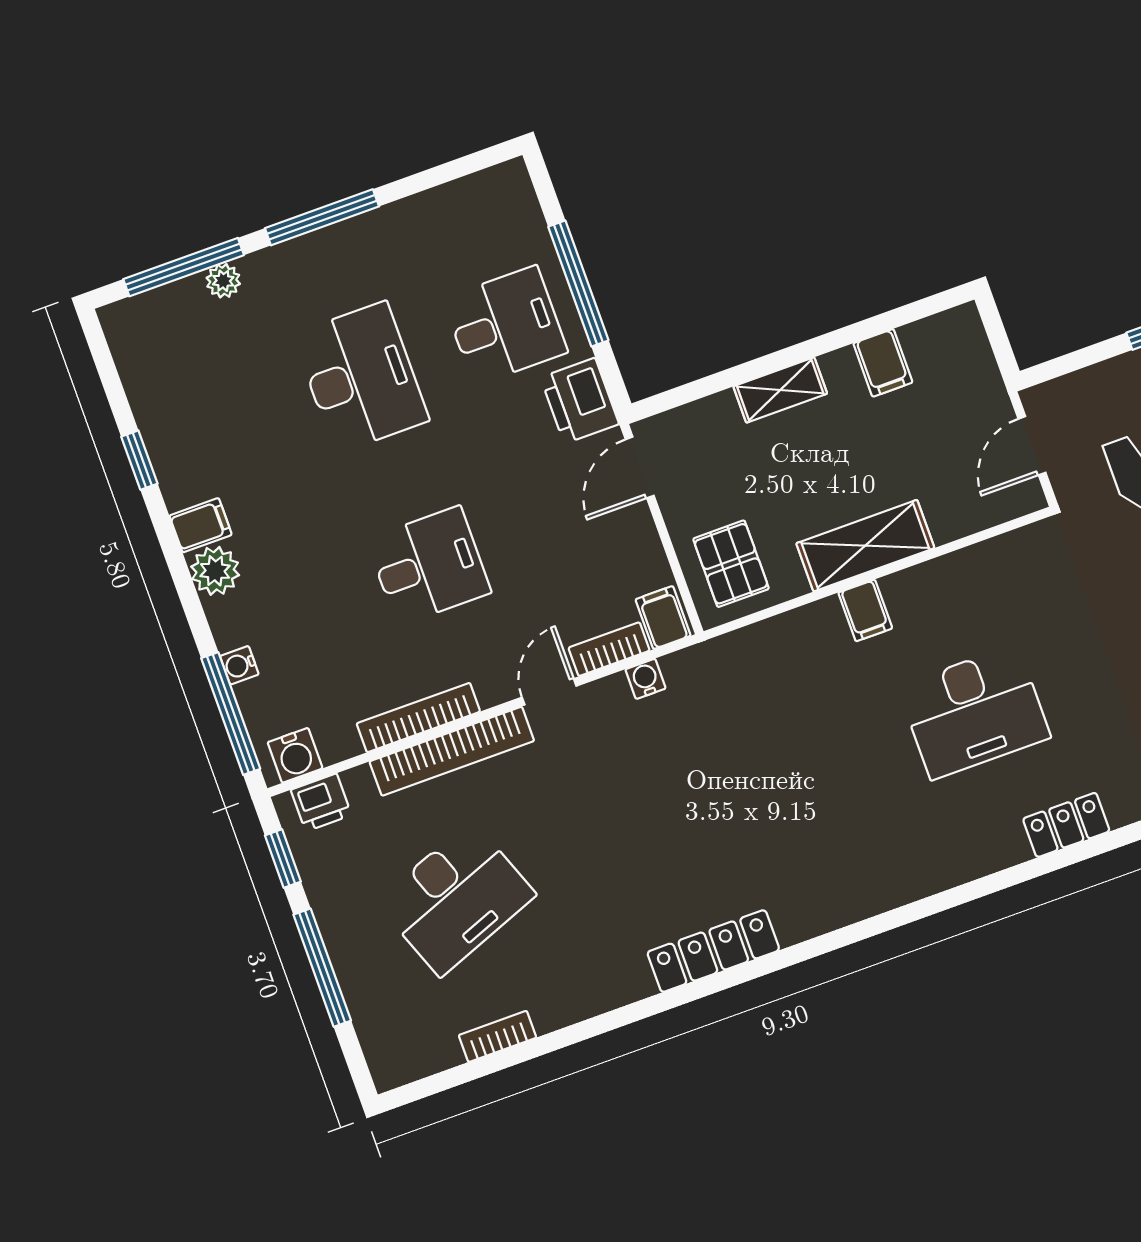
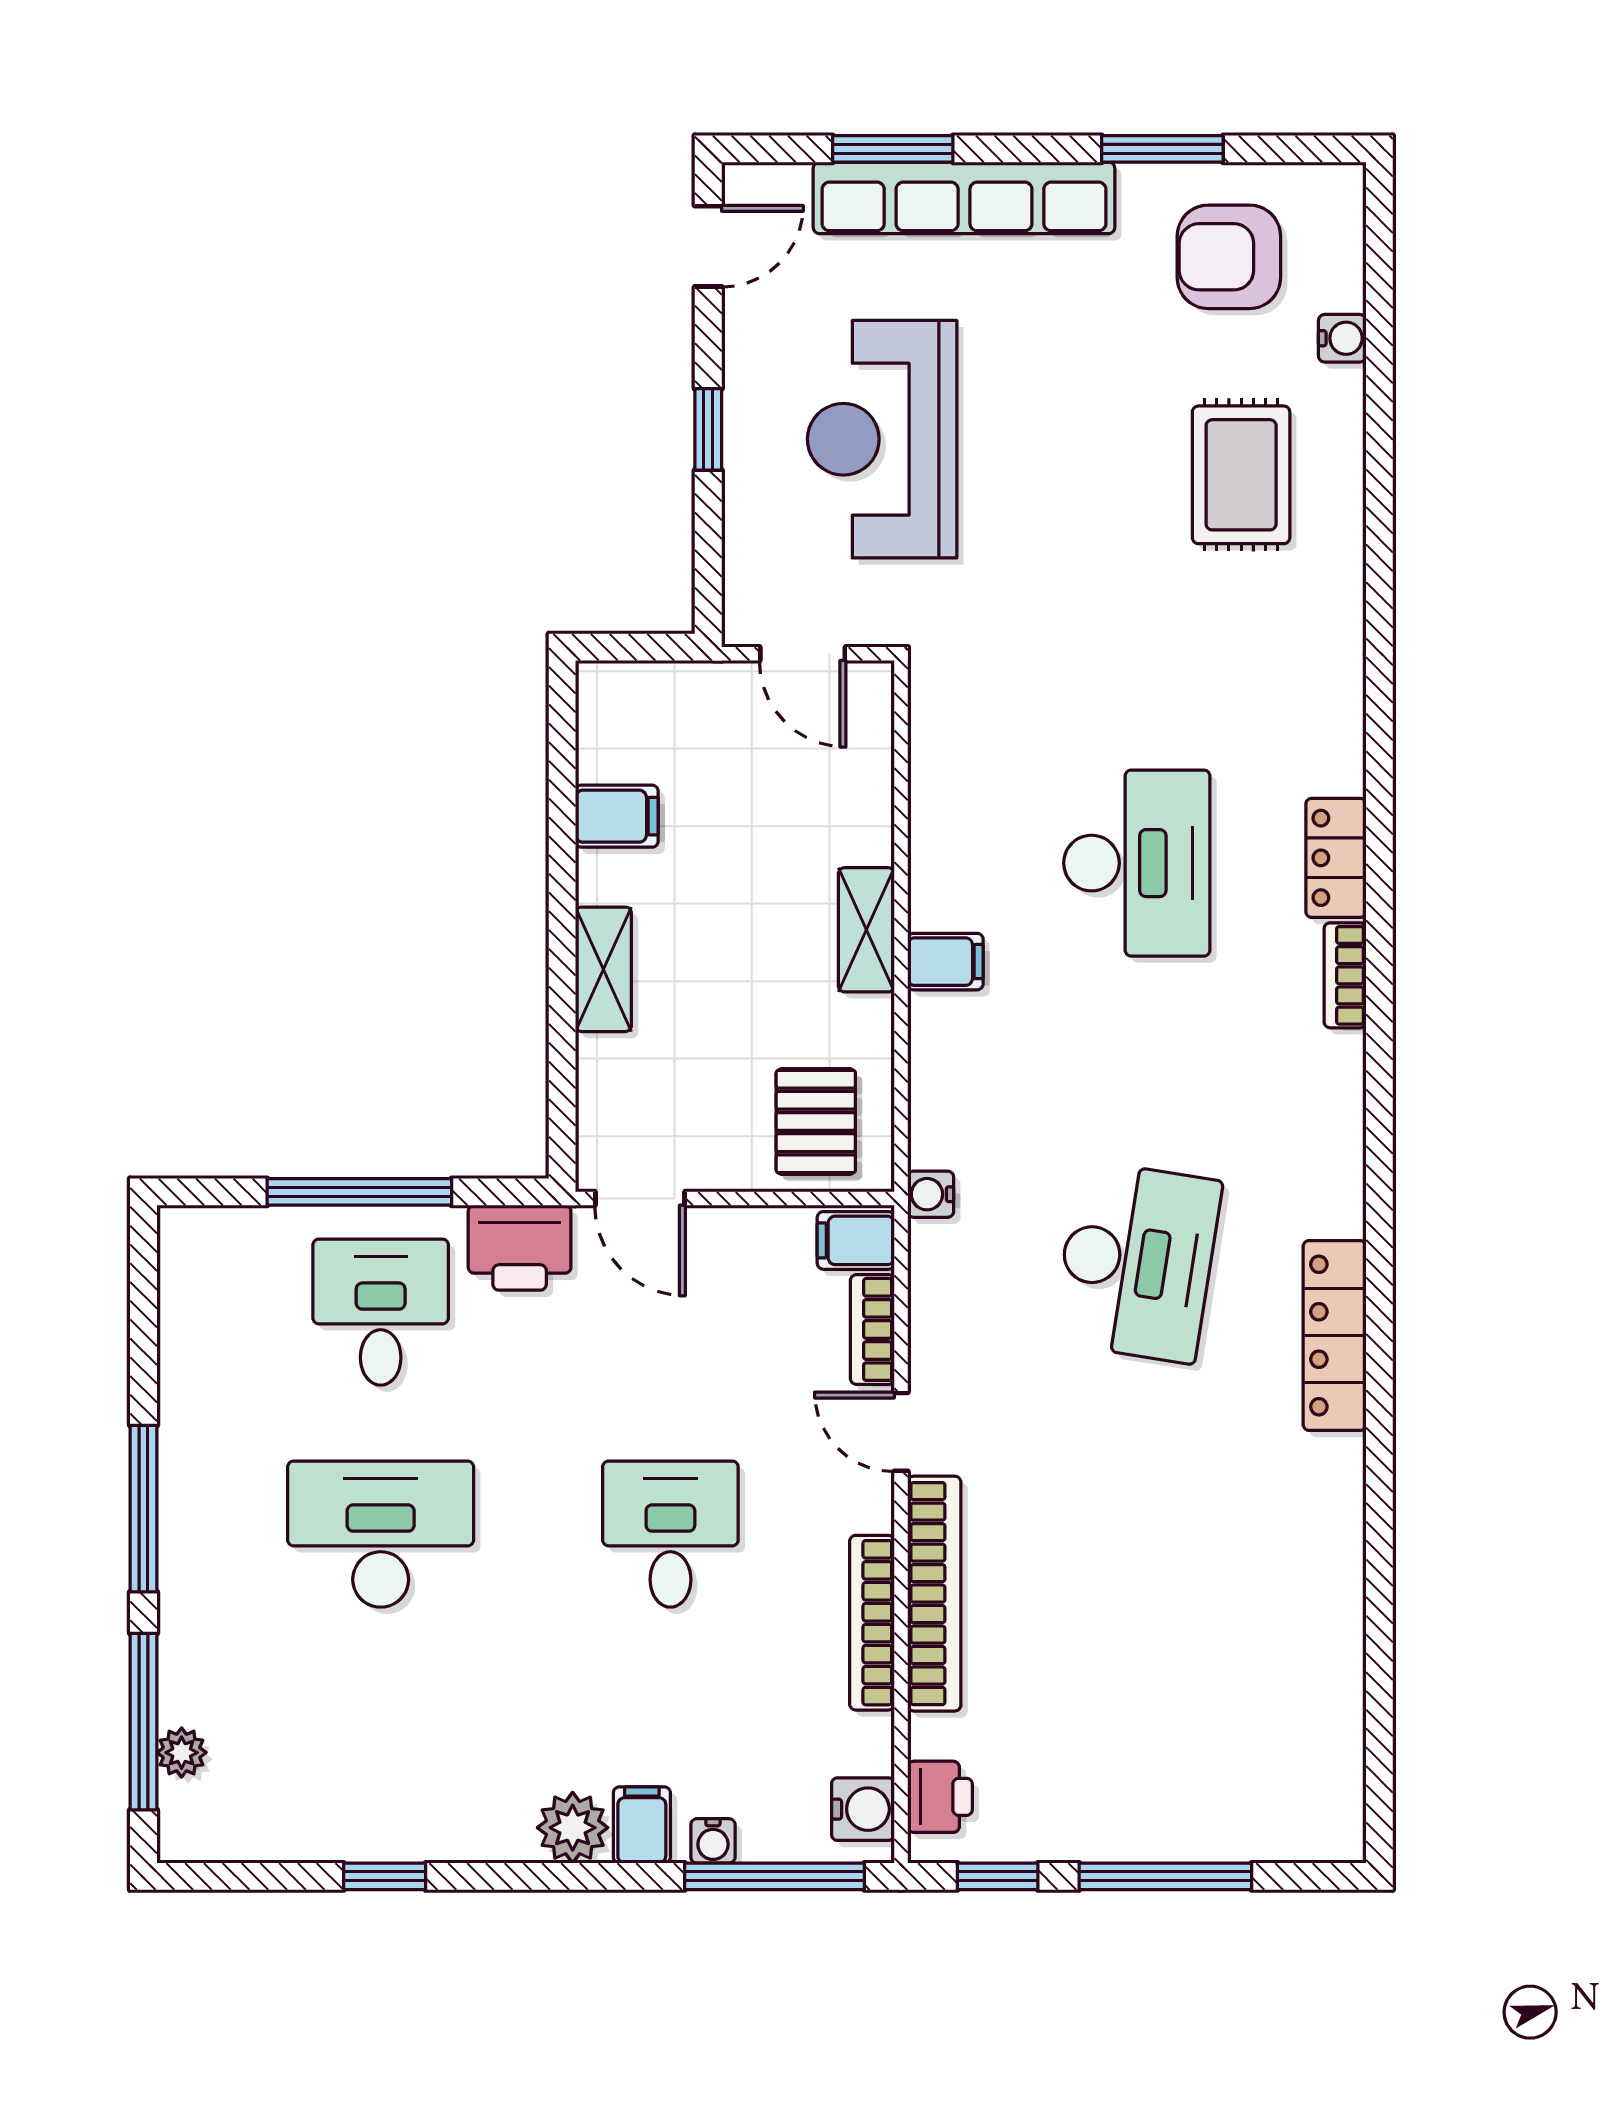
plant: (223, 281) -> (182, 1753), moved
filing cabinet: (201, 525) -> (642, 1825), moved
shelving: (865, 546) -> (866, 930), width x0.67, depth x0.75
pallet: (731, 564) -> (816, 1121), turned 90
water cooler: (646, 679) -> (931, 1194), moved
locker: (1066, 825) -> (1336, 858), moved
desk: (456, 898) -> (1137, 1262), moved, turned 30
bookcase: (498, 1036) -> (1345, 975), moved

